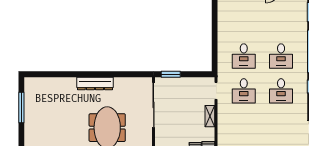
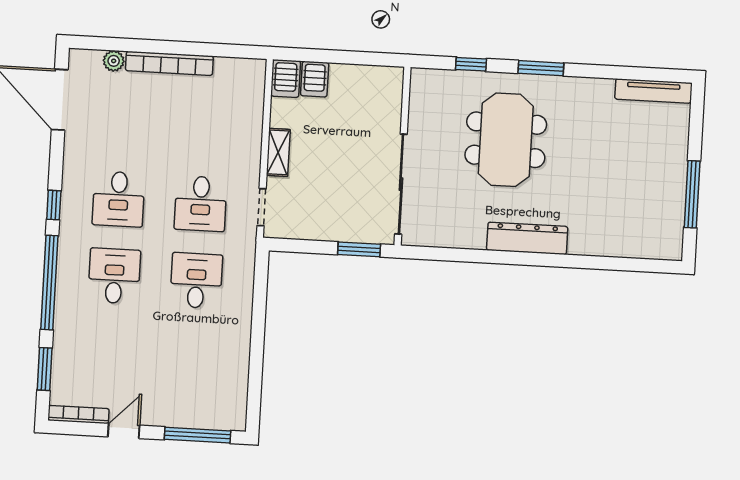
desk: (244, 91) -> (201, 204), turned 180
desk: (281, 91) -> (119, 199), turned 180

